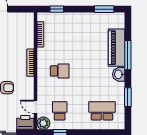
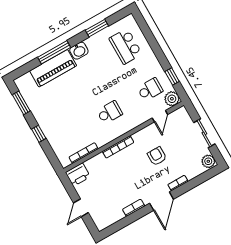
window: (57, 9) -> (39, 134), moved
school desk: (60, 71) -> (110, 112), turned 90
school desk: (60, 111) -> (150, 89), turned 180
printer: (25, 122) -> (78, 175), moved, turned -90

